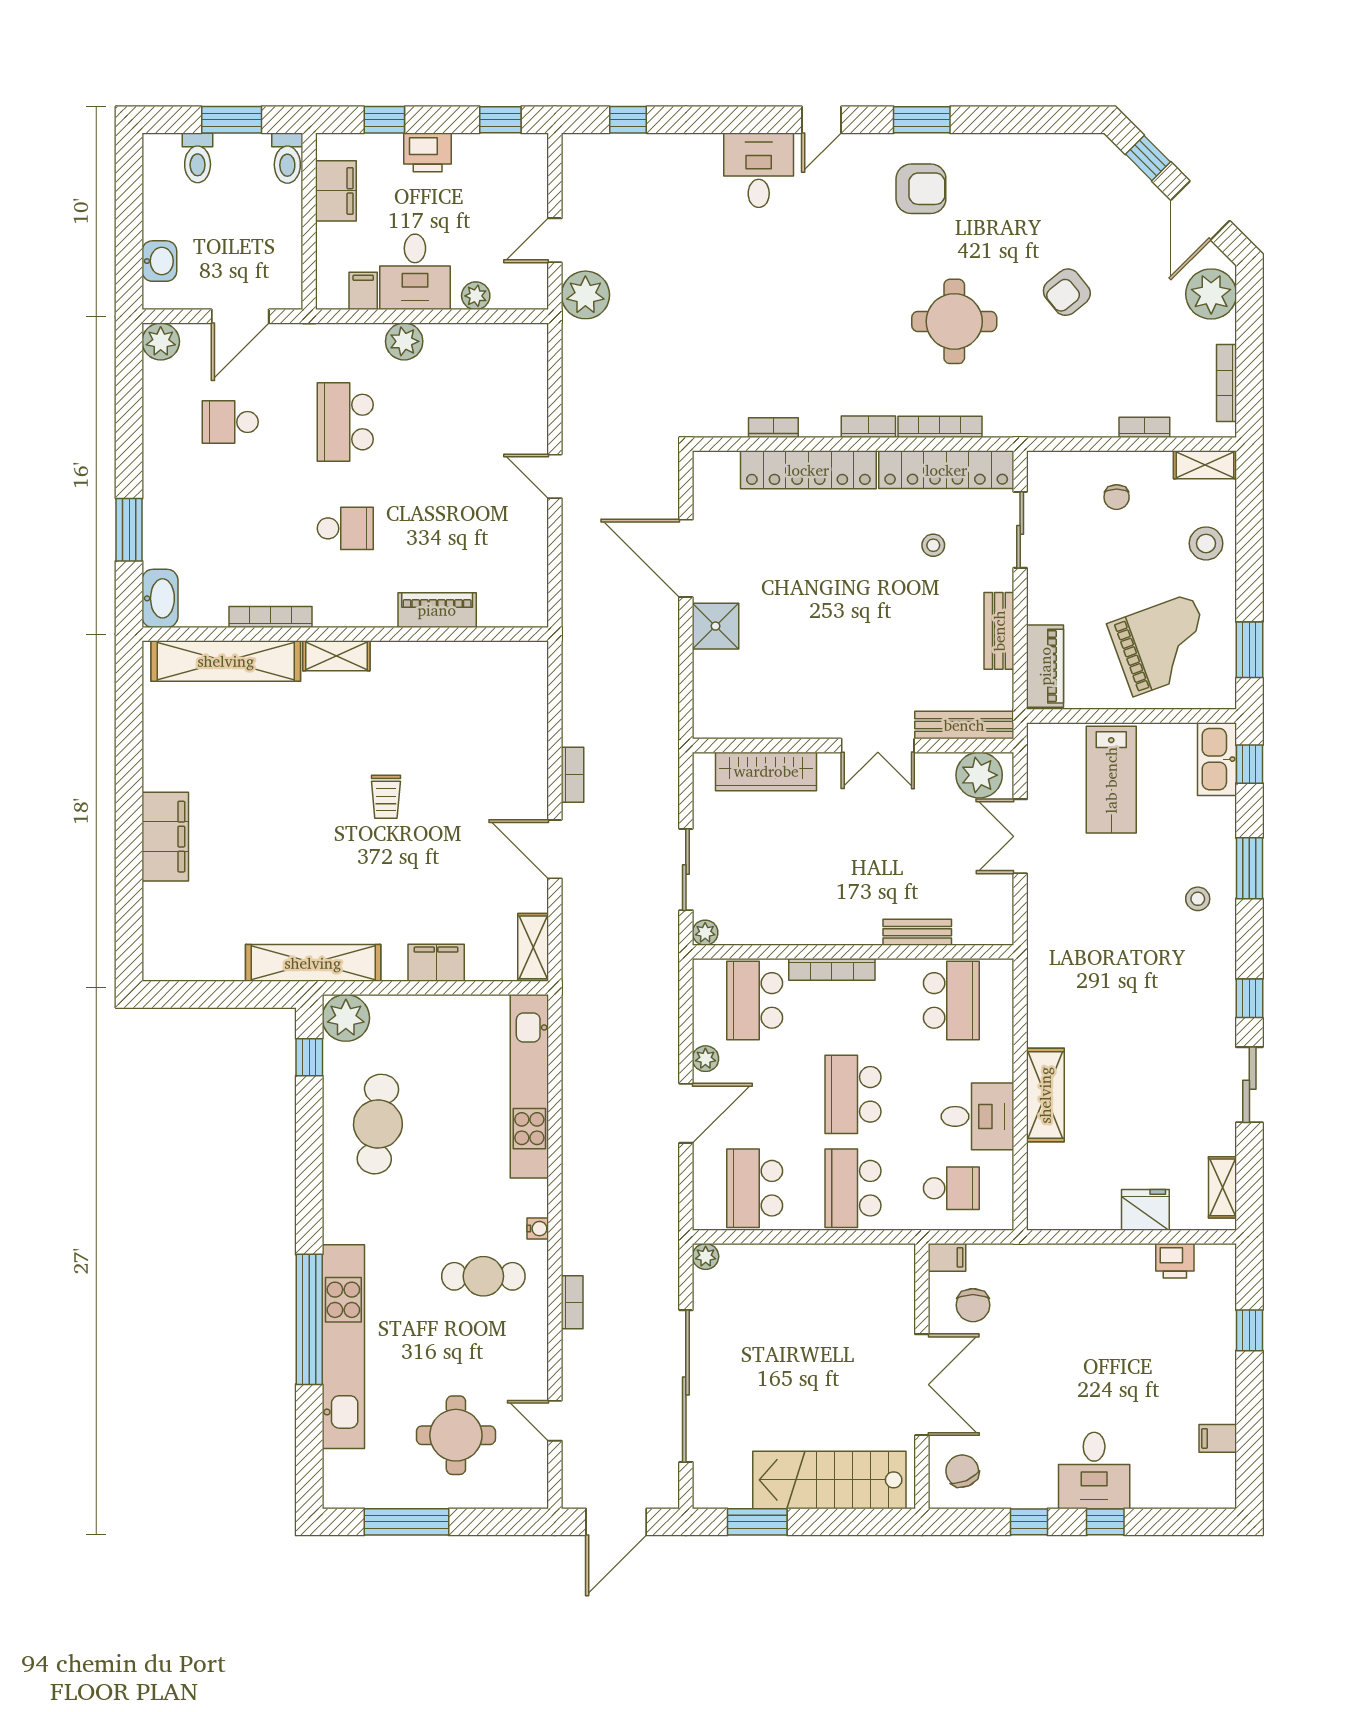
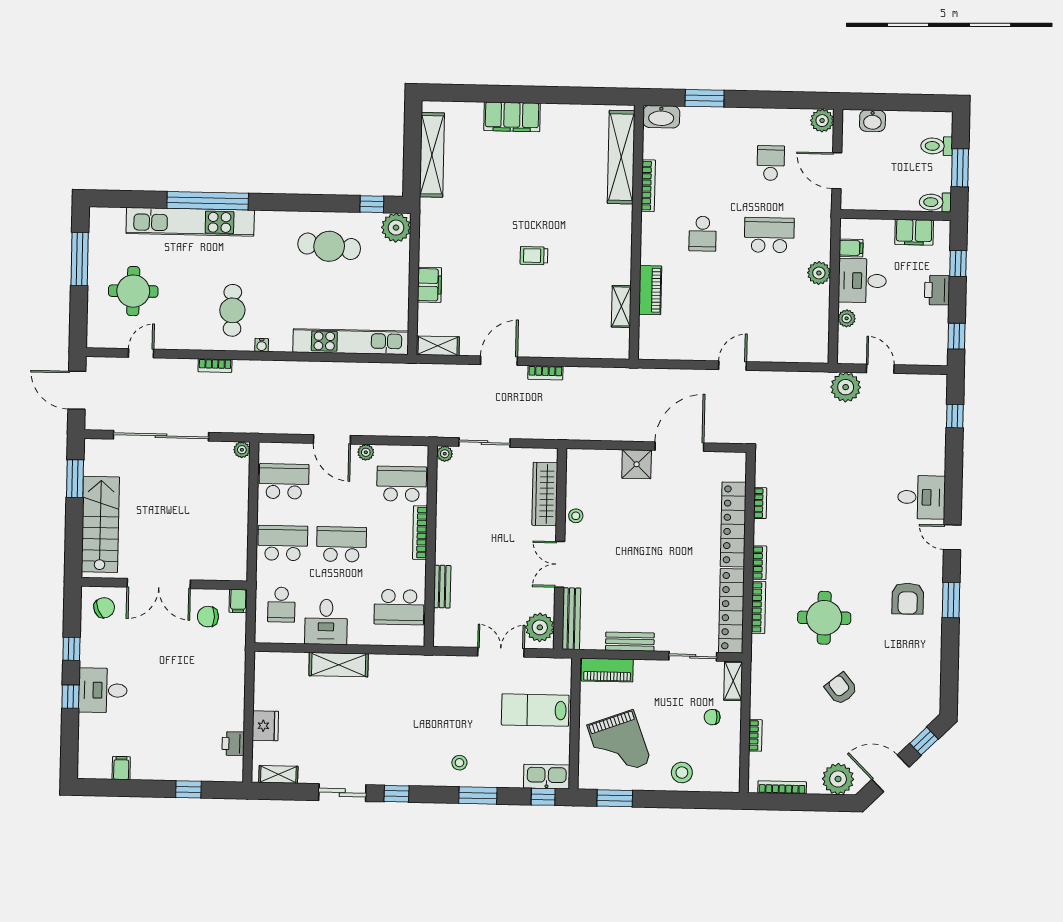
shelving: (1205, 465) -> (733, 681), moved
stool: (933, 545) -> (576, 516), moved
shelving: (336, 656) -> (621, 306), moved
shelving: (313, 963) -> (432, 155), moved

